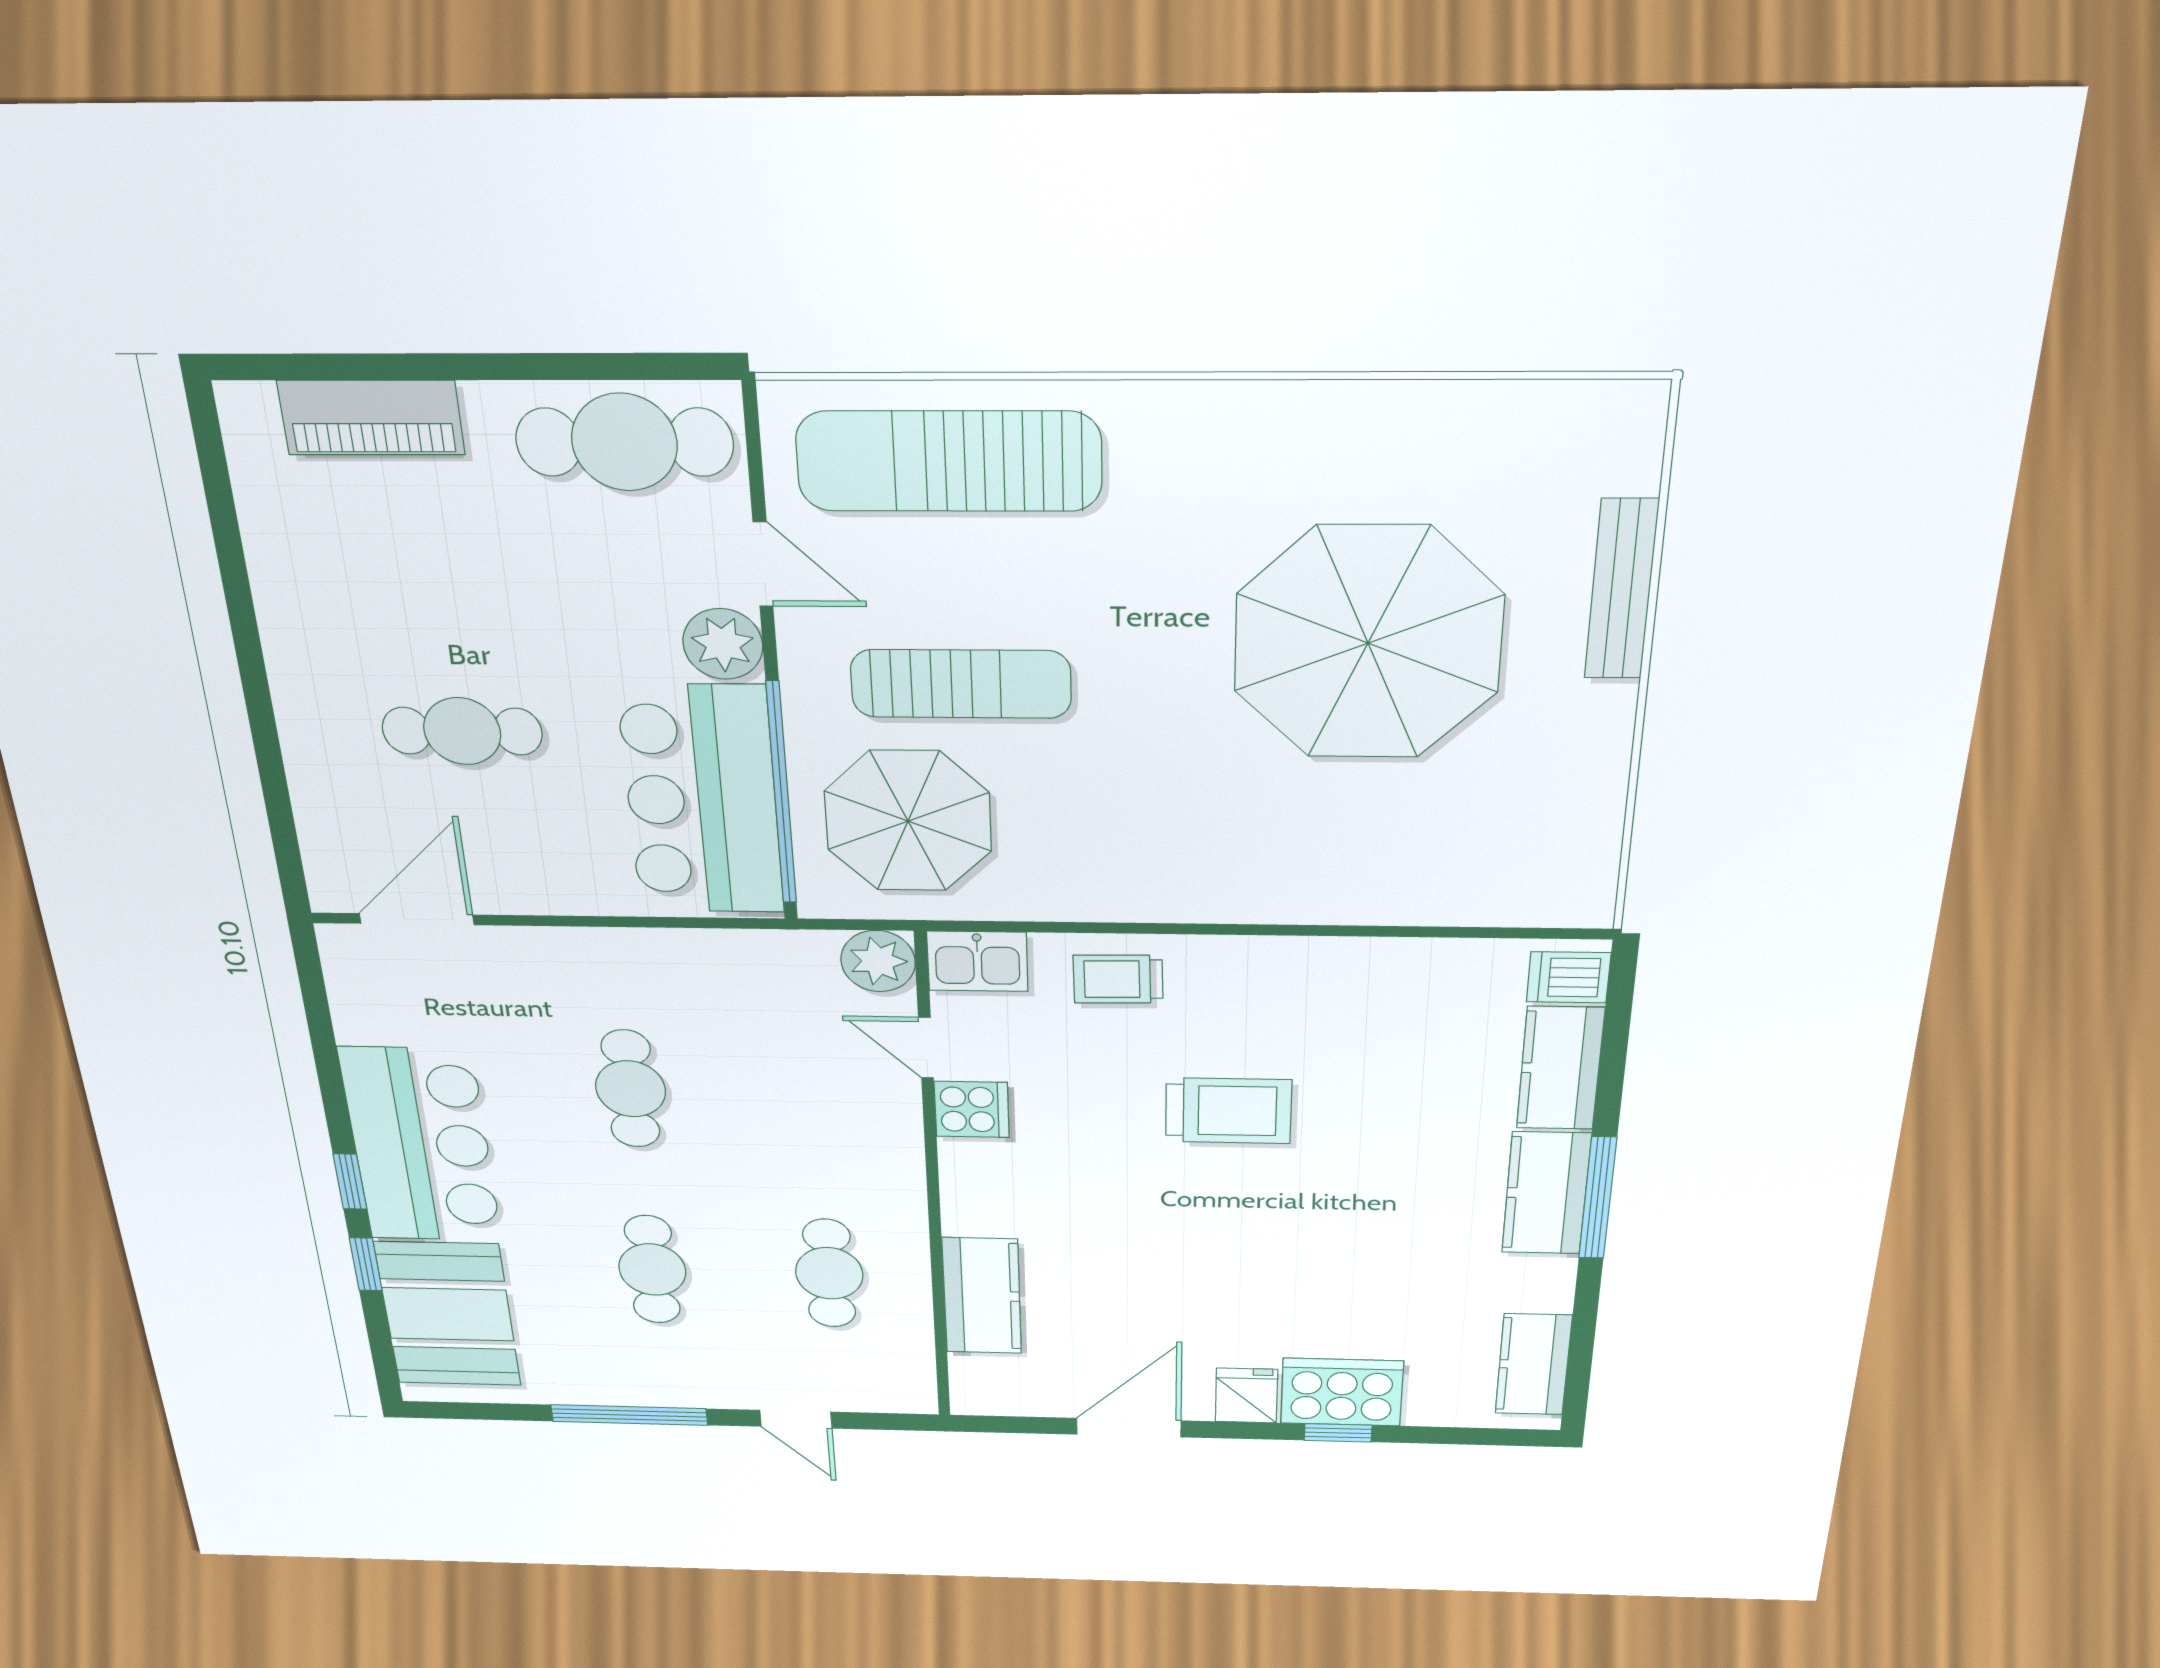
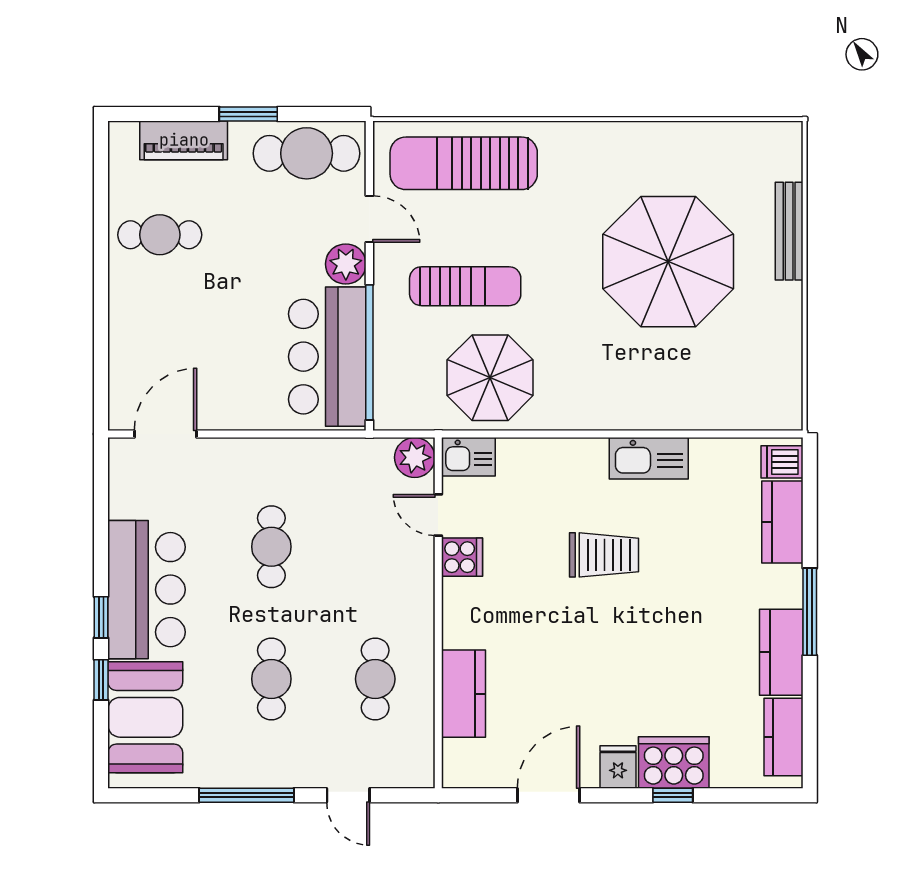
window: (496, 367) -> (248, 114), added
cafe table: (462, 731) -> (160, 235), moved
parasol: (908, 821) -> (490, 378), moved
kitchen sink: (1316, 968) -> (649, 458), added
trolley: (1118, 979) -> (544, 467), removed
kitchen counter: (1546, 1193) -> (781, 652), moved

